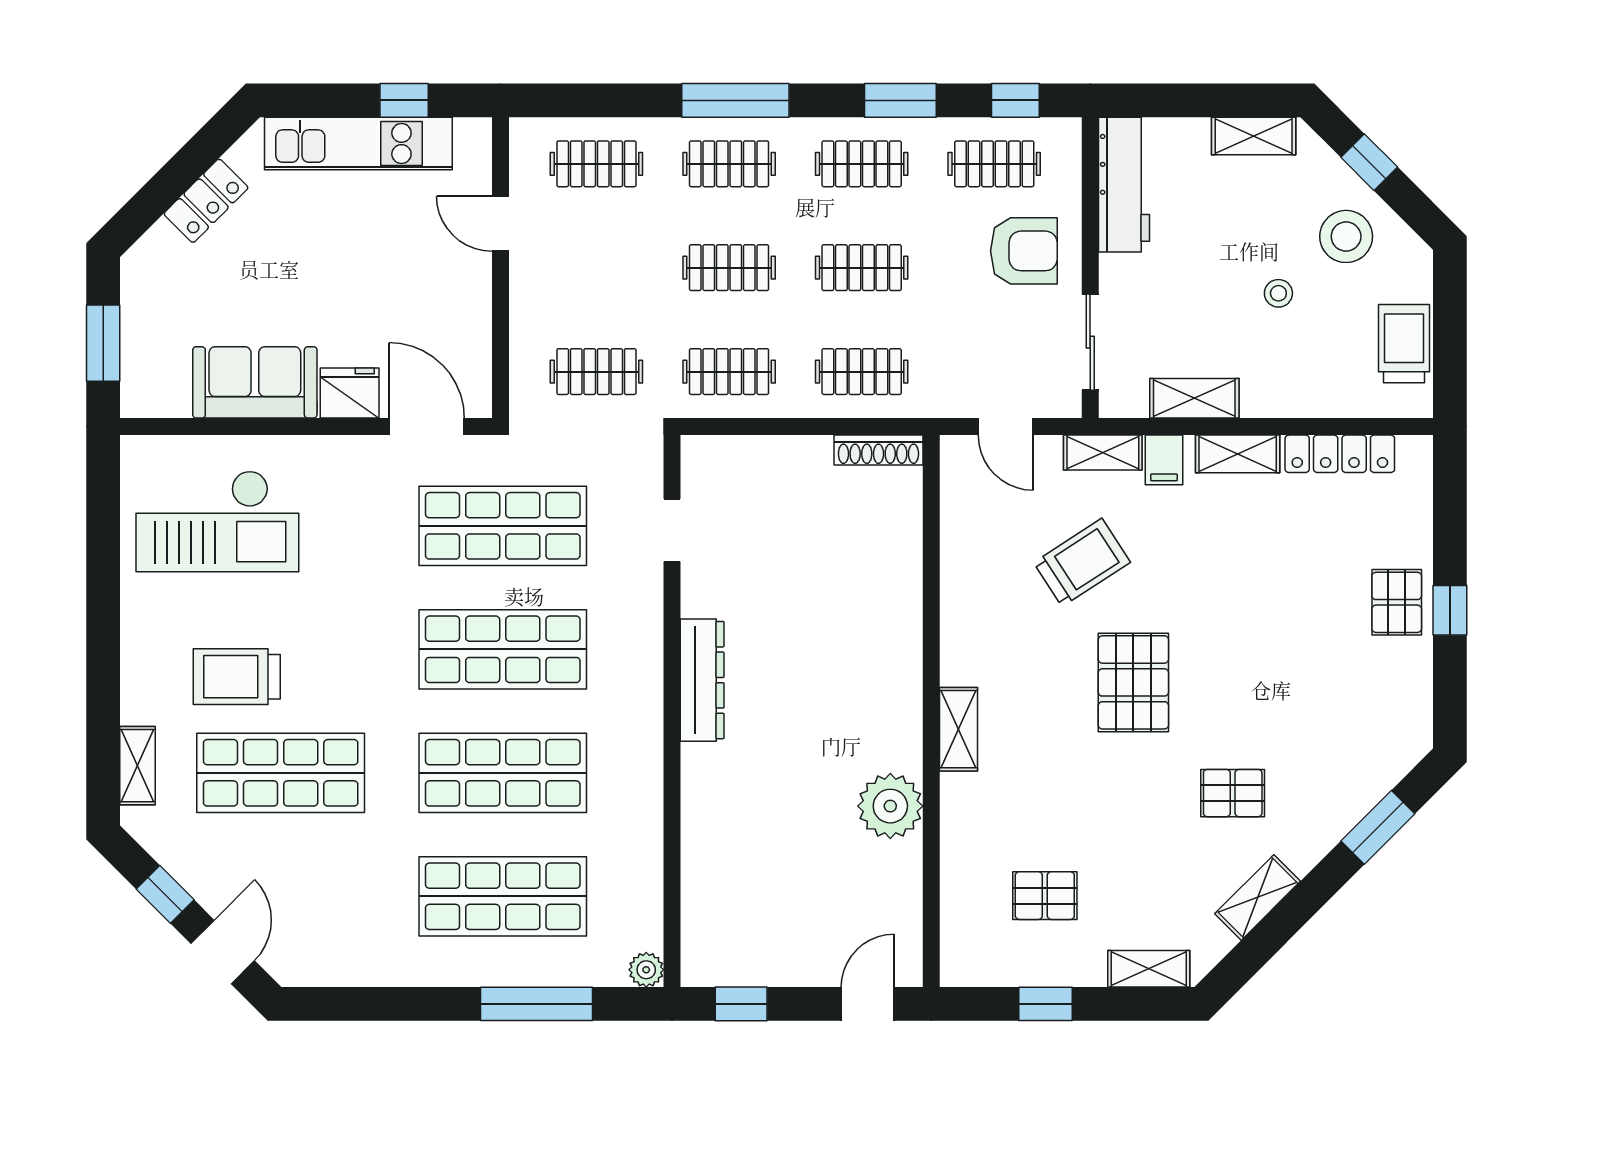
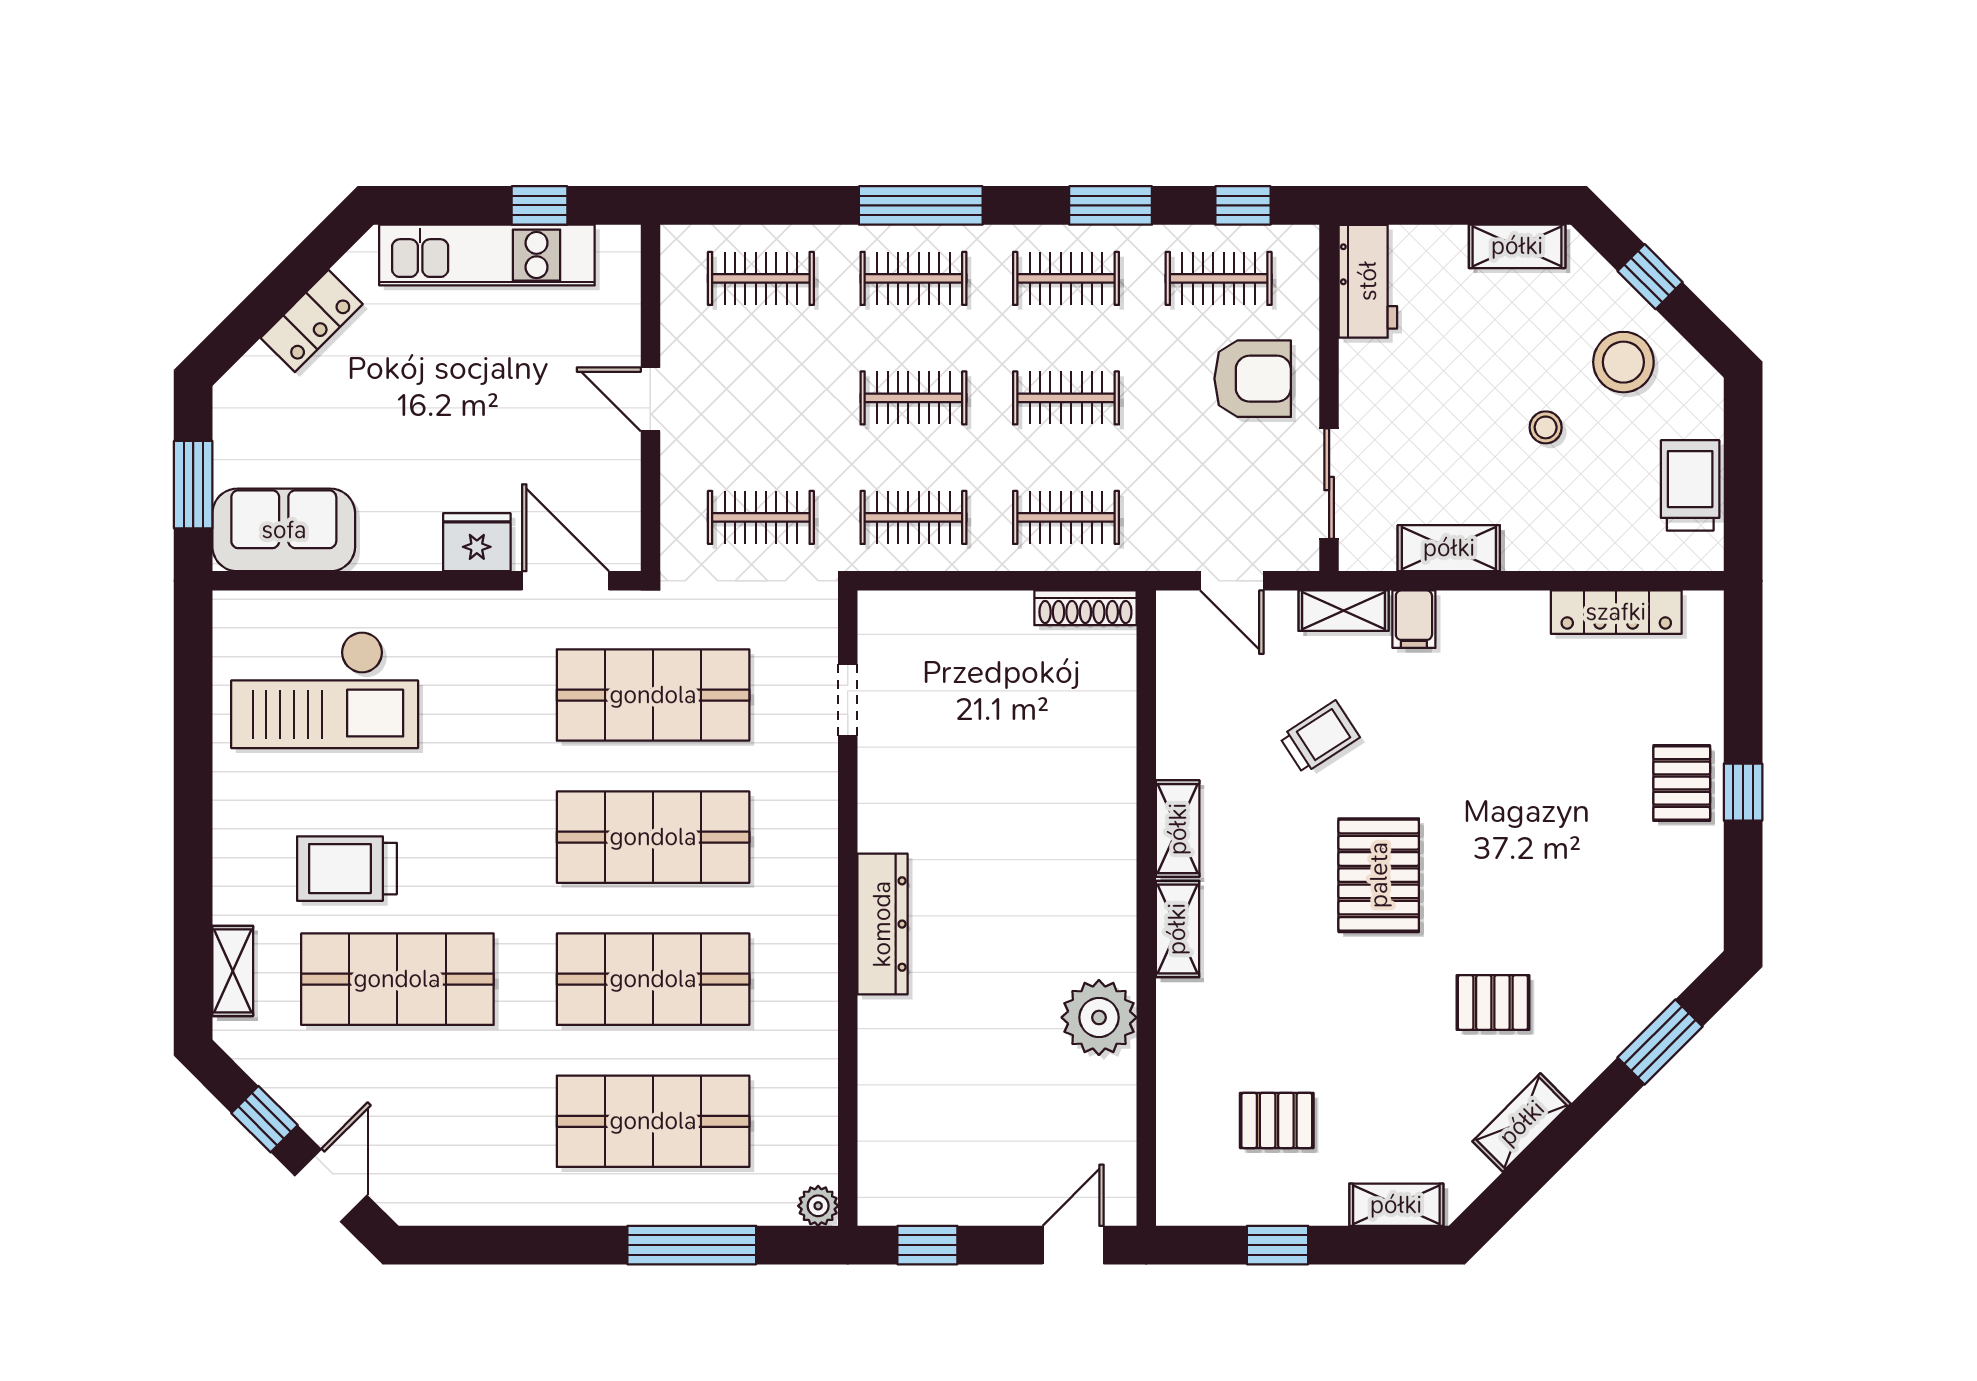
workbench: (1124, 185) -> (1368, 281), width x0.73
door: (500, 224) -> (650, 399), moved
sofa: (255, 382) -> (284, 530), moved
shelving: (1238, 454) -> (1178, 829), moved, turned 90
trolley: (1082, 562) -> (1320, 737), width x0.73, depth x0.72
dresser: (702, 680) -> (882, 924), moved

